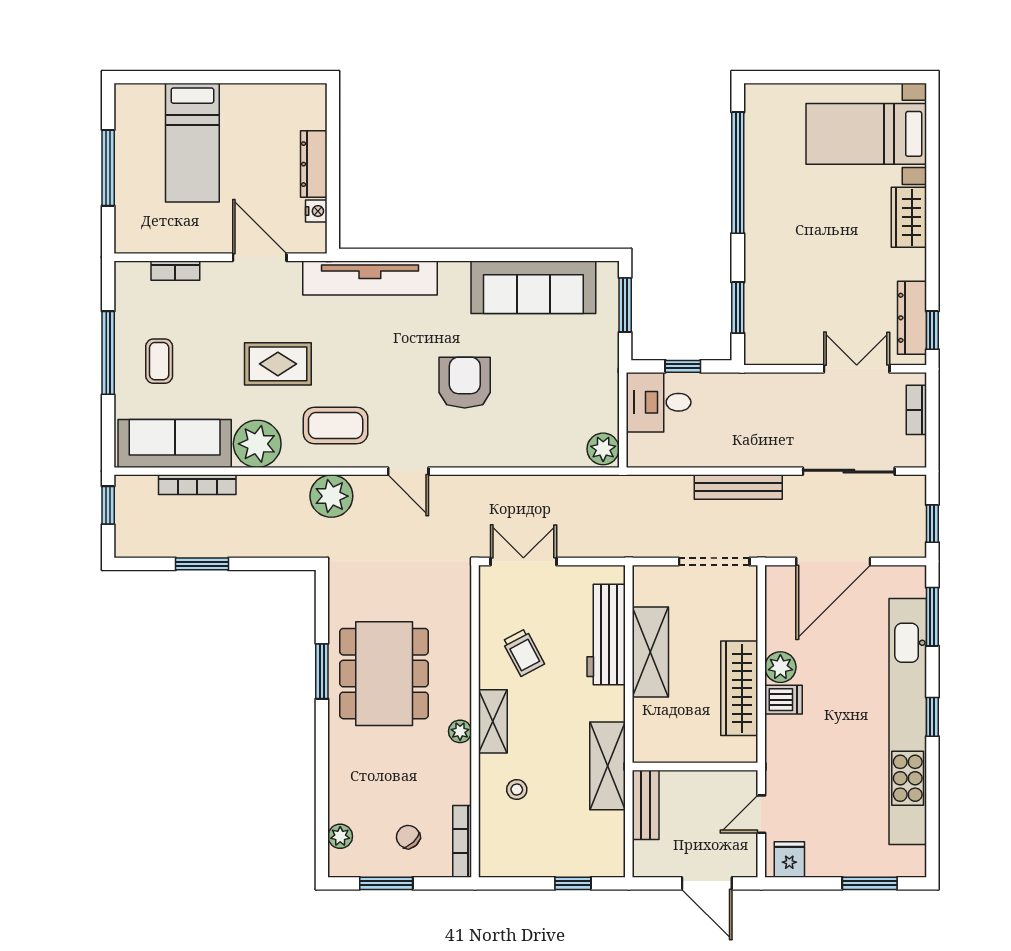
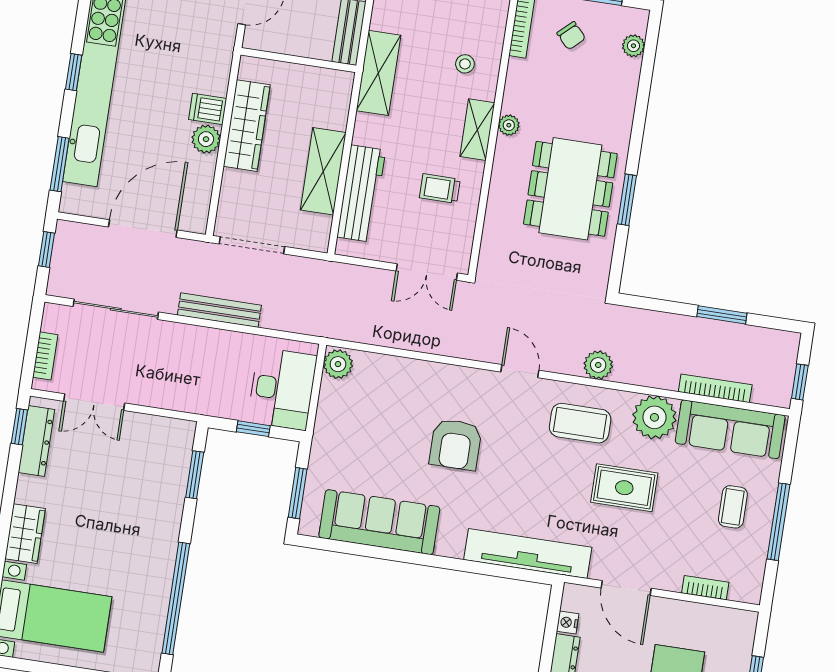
desk: (659, 402) -> (282, 389), width x1.37
plant: (331, 496) -> (598, 365), width x0.73, depth x0.73
trolley: (523, 653) -> (440, 189), turned -62

